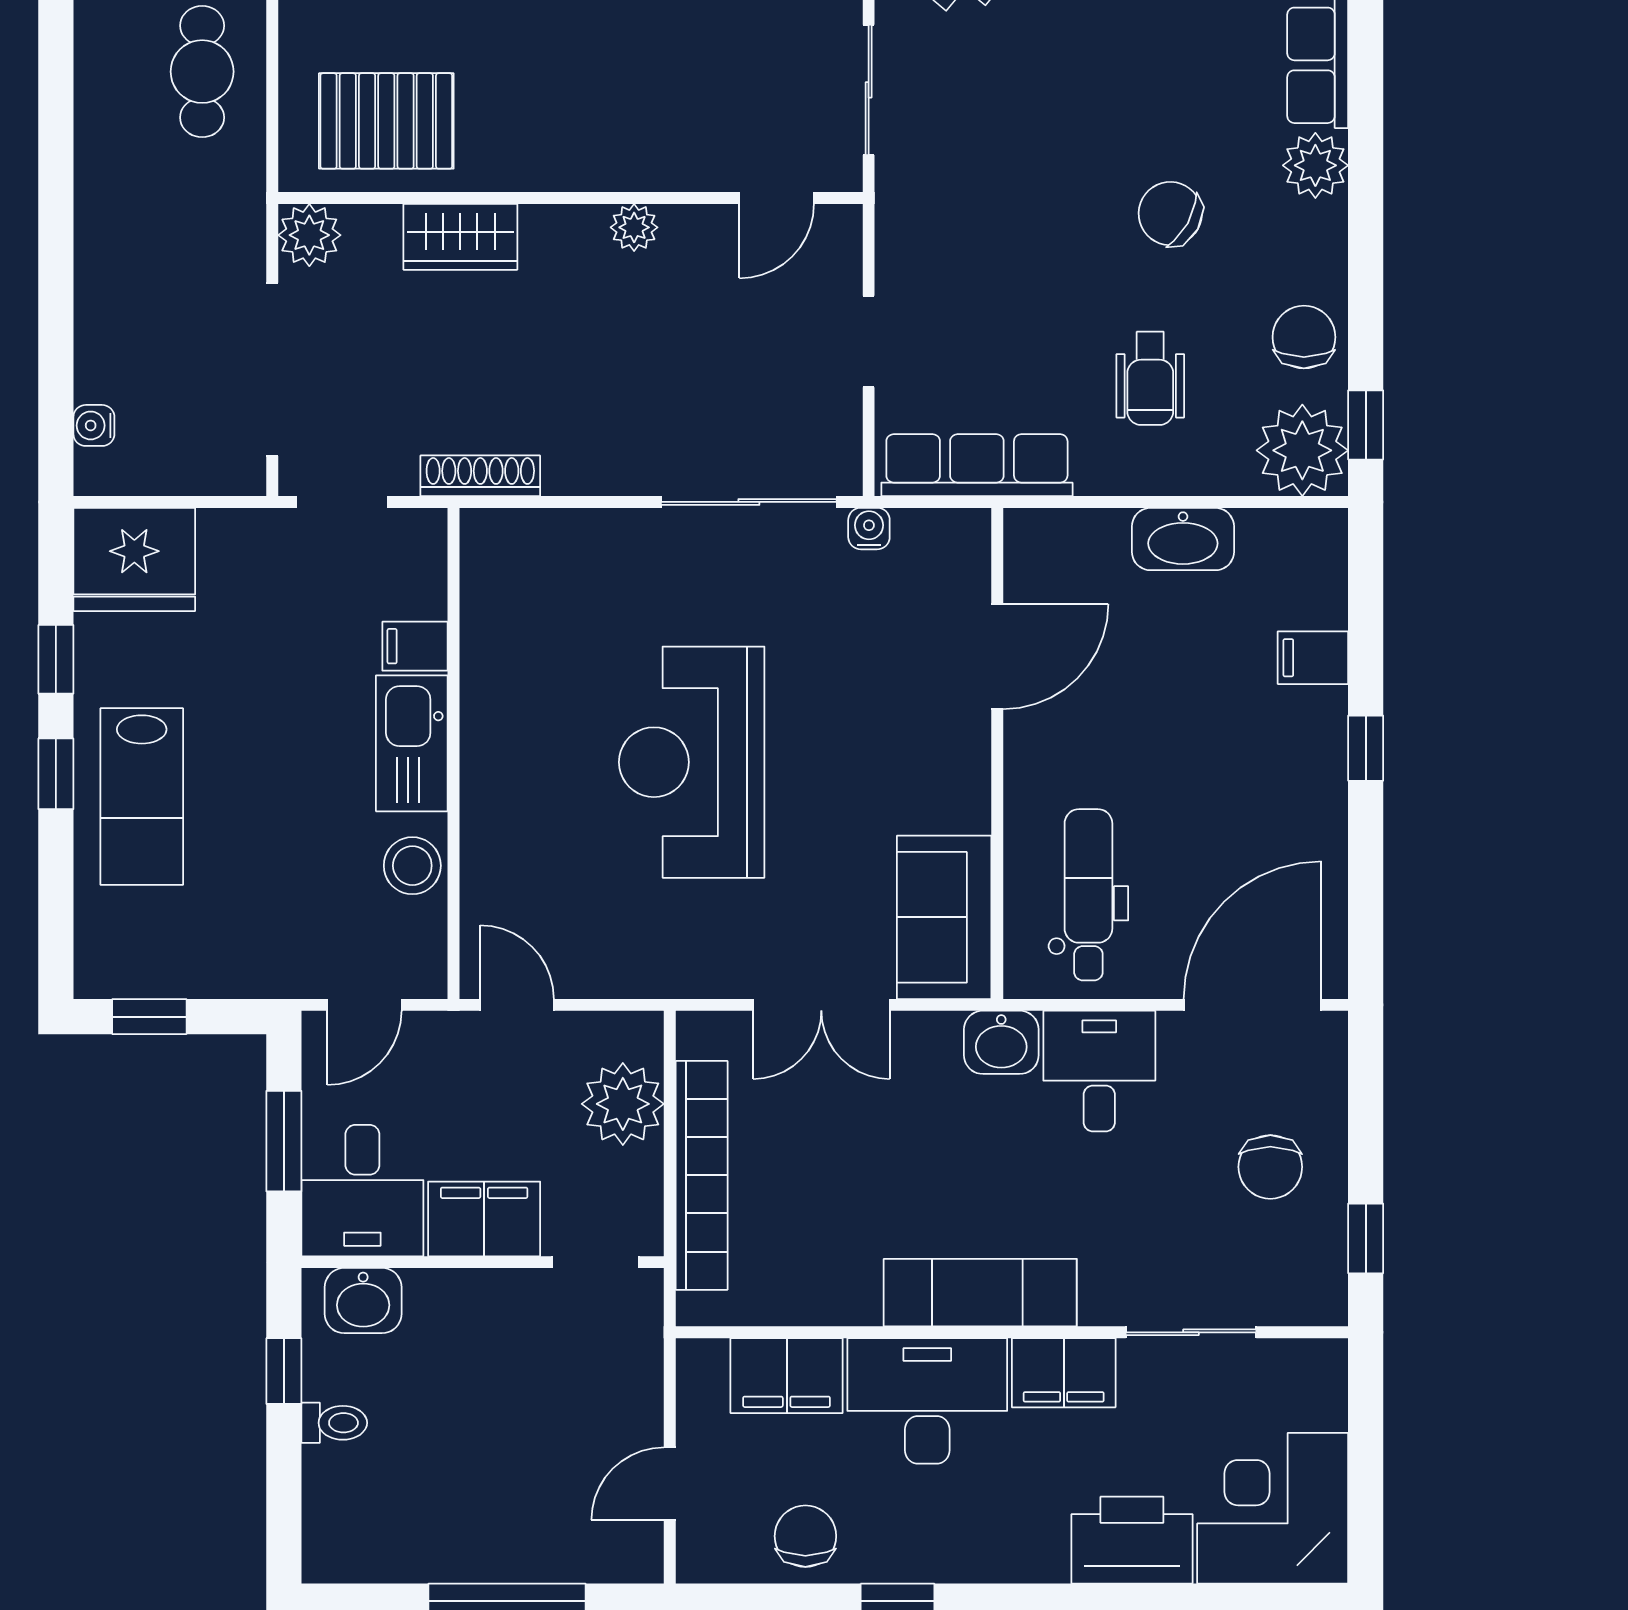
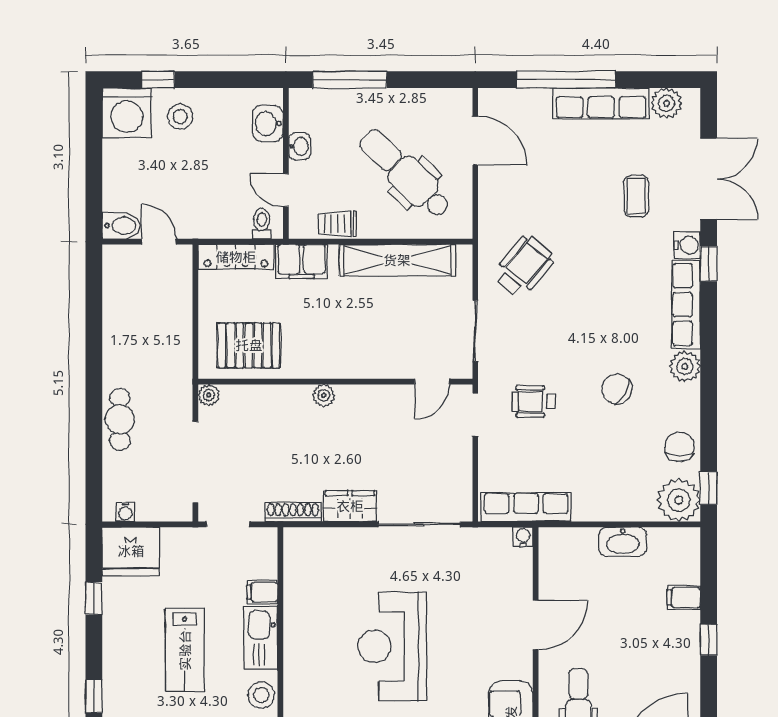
cafe table: (202, 72) -> (120, 419), moved
plant: (634, 227) -> (324, 395), moved
plant: (309, 235) -> (209, 395), width x0.73, depth x0.73
wardrobe: (460, 237) -> (350, 506), moved, turned 180
doorway: (869, 342) -> (475, 415), moved
wheelchair: (1150, 378) -> (534, 402), moved, turned 90
water cooler: (94, 425) -> (125, 512), moved, turned -90
water cooler: (869, 529) -> (523, 537), moved
door: (997, 657) -> (536, 625), moved
window: (56, 774) -> (94, 696), moved
lab bench: (142, 797) -> (185, 650), moved

